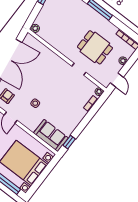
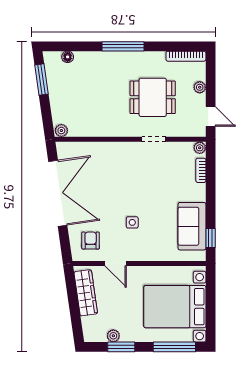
sofa: (51, 135) -> (192, 226), moved, turned -90

